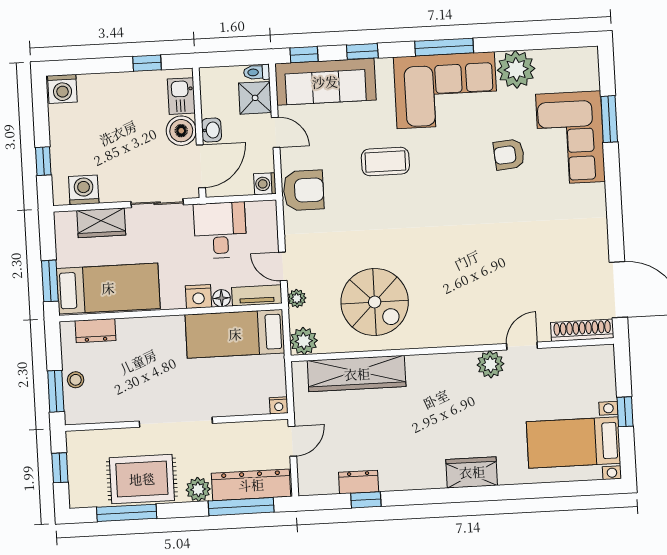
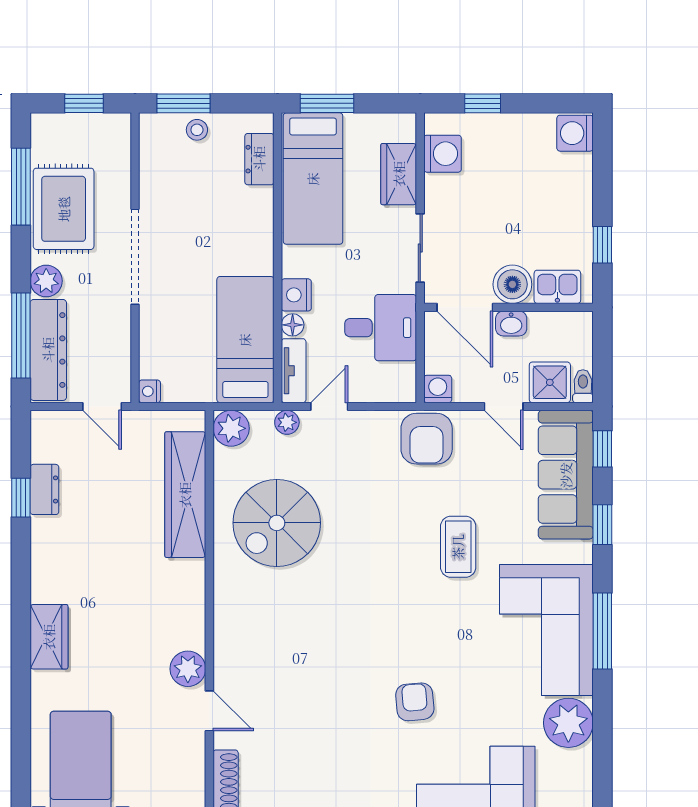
door: (276, 132) -> (504, 407), hinge flipped
armchair: (509, 154) -> (415, 702), moved

